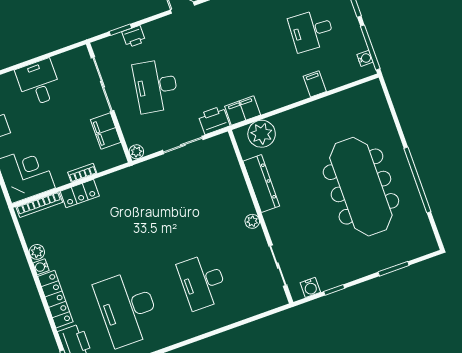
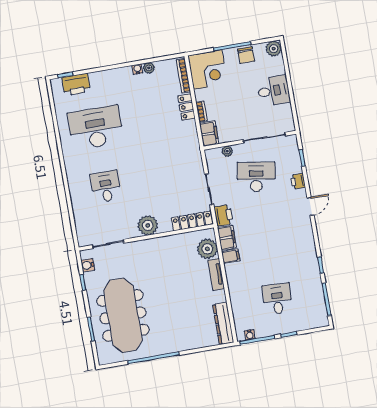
printer: (134, 37) -> (298, 181), moved
filing cabinet: (315, 84) -> (231, 256), moved
tv unit: (293, 116) -> (216, 274), added
filing cabinet: (106, 131) -> (209, 134), moved, turned 90
plant: (136, 152) -> (227, 151), moved
dresser: (261, 184) -> (223, 323), moved, turned 90
meeting table: (361, 187) -> (123, 315), moved, turned 90
plant: (252, 221) -> (148, 225), width x1.88, depth x1.88
desk: (203, 282) -> (106, 187), width x0.73
locker: (55, 299) -> (192, 221), moved, turned 180

